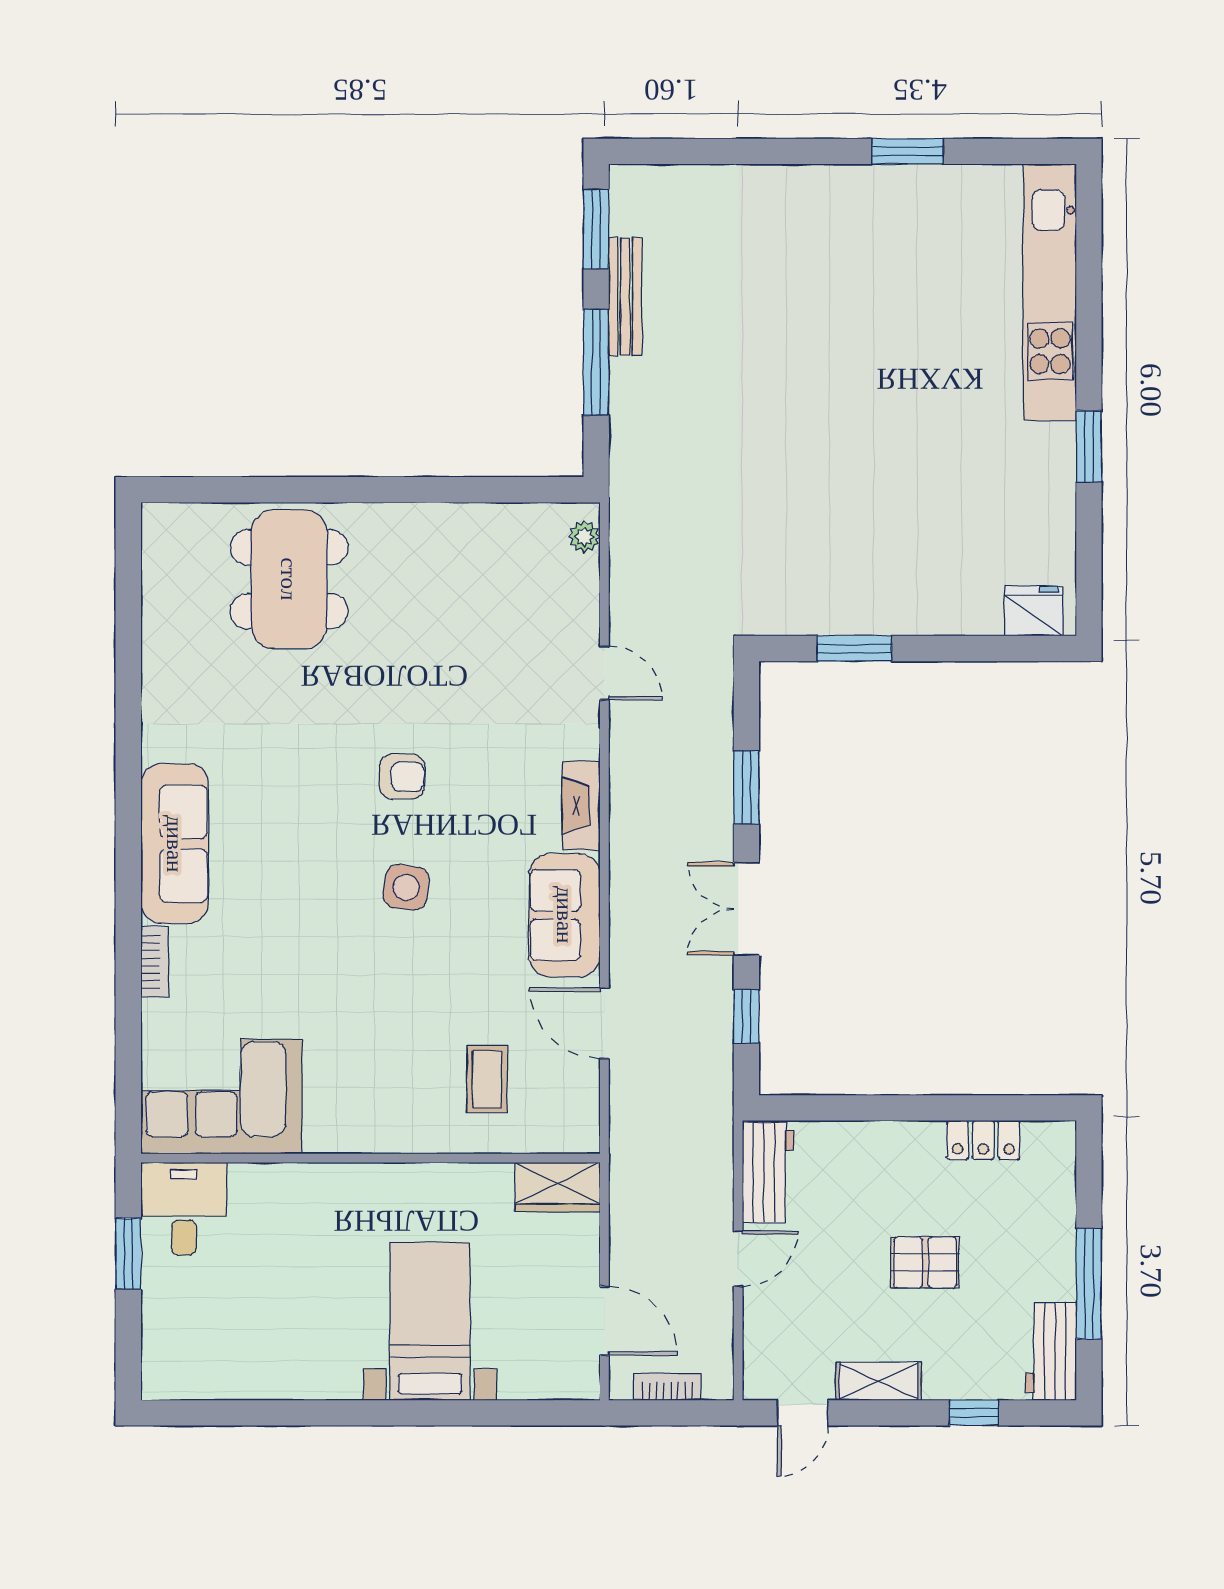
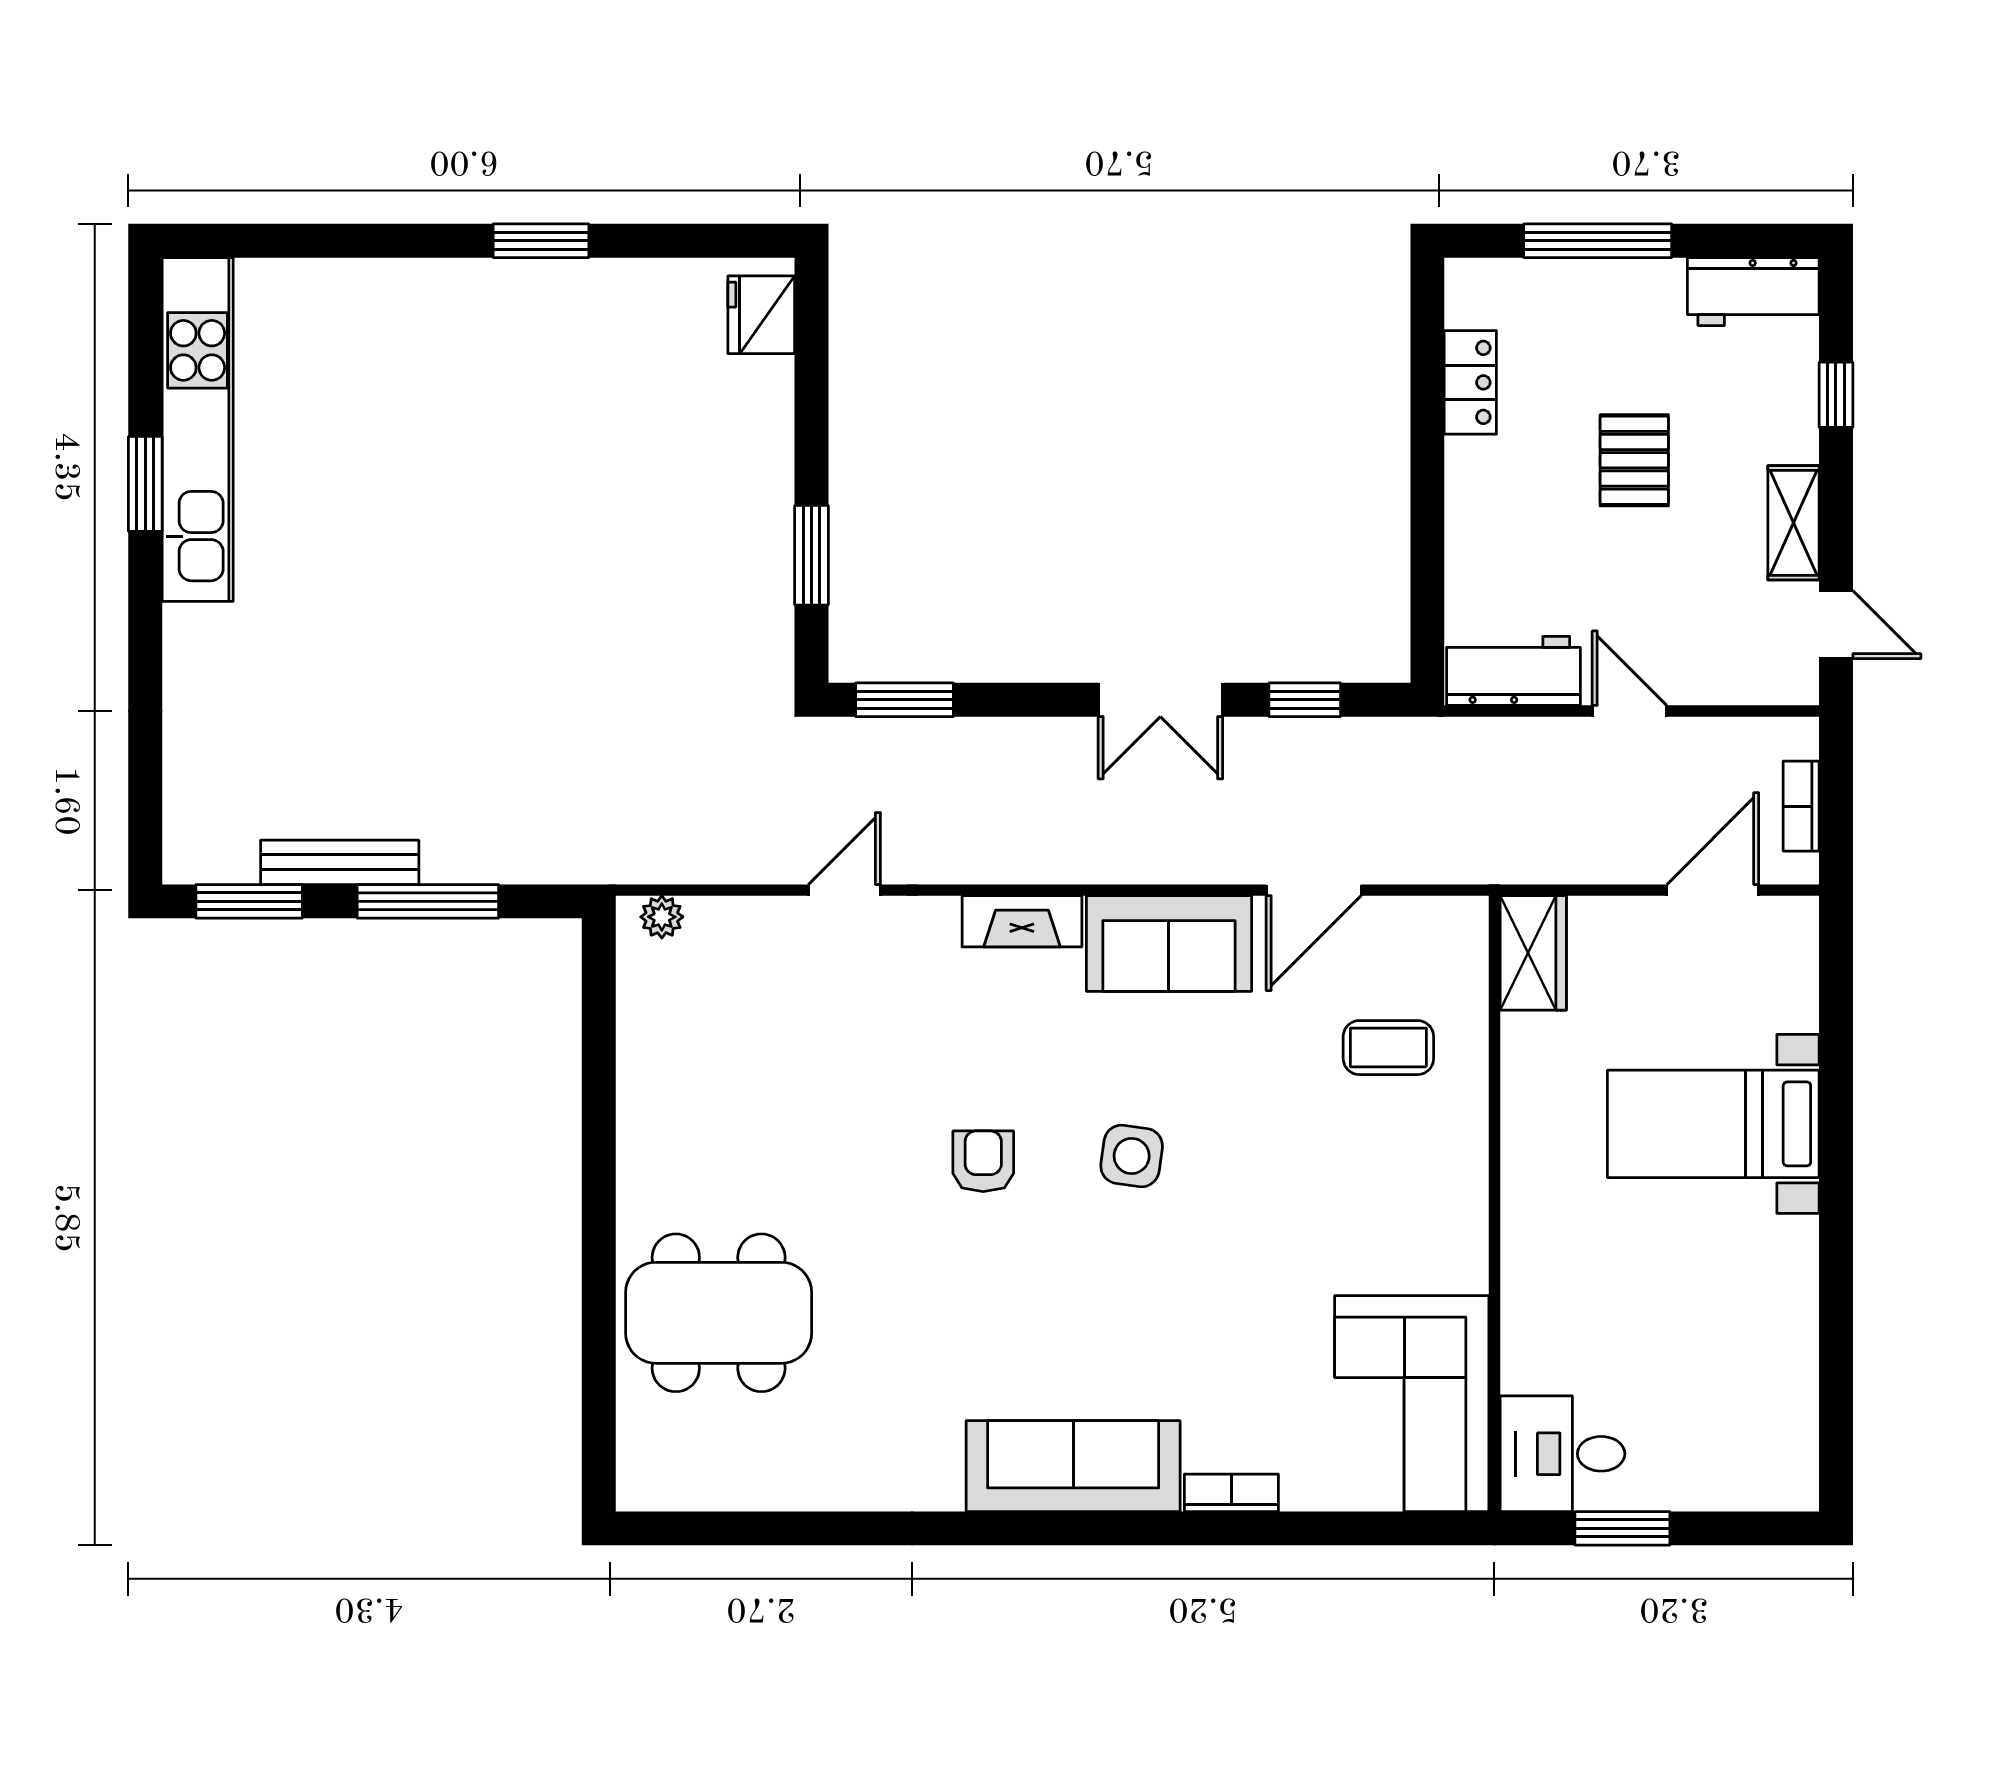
kitchen unit: (1050, 292) -> (198, 429), moved, turned -90
window: (746, 788) -> (905, 700), moved
window: (1089, 1284) -> (1598, 241), moved

